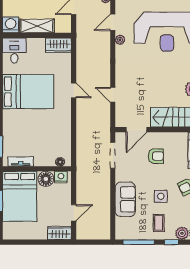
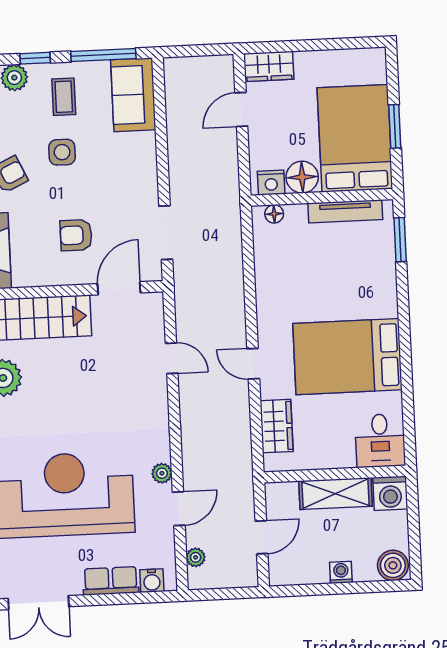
wardrobe: (58, 45) -> (277, 426), moved, turned 90
tv unit: (21, 162) -> (345, 211), width x1.41
sofa: (125, 199) -> (133, 95), moved

